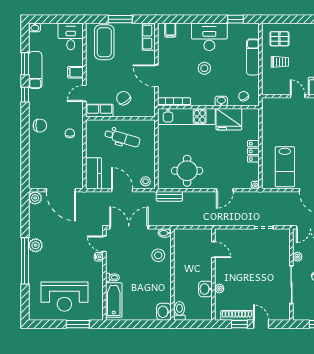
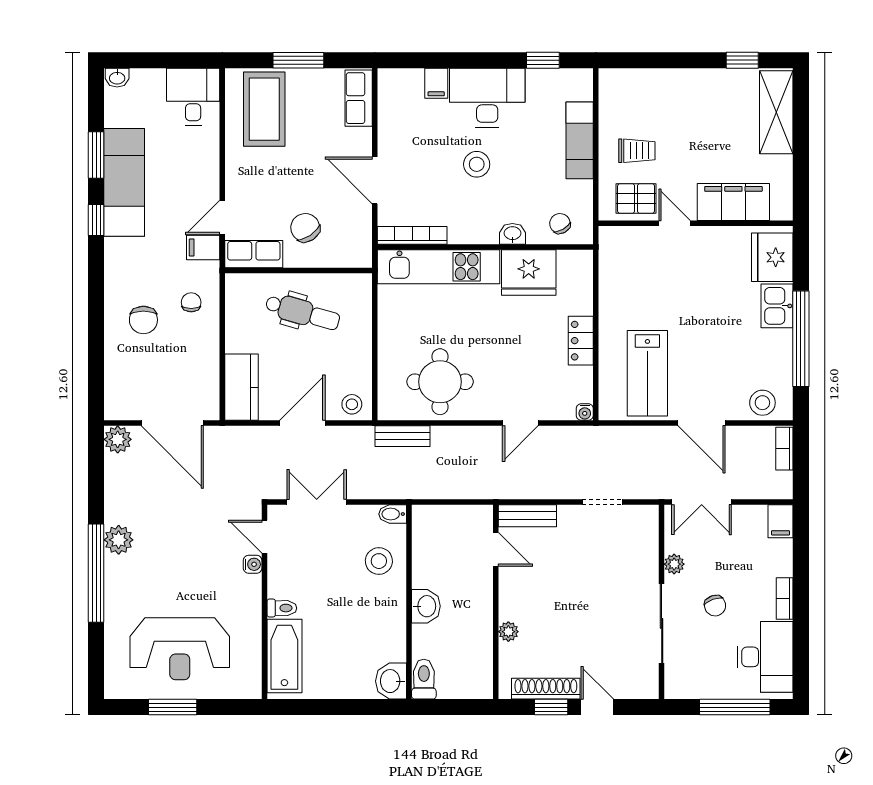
filing cabinet: (170, 30) -> (436, 83), moved
pallet: (279, 39) -> (636, 198), moved
exam couch: (35, 70) -> (124, 182), width x1.36, depth x1.45
filing cabinet: (75, 72) -> (203, 247), moved
chair: (40, 126) -> (143, 320), moved, turned 90
door: (122, 190) -> (302, 423), hinge flipped
double door: (129, 227) -> (317, 502), width x0.73
bench: (228, 234) -> (527, 516), added
washbasin: (205, 289) -> (426, 606), moved, turned 180
window: (78, 324) -> (173, 707), moved

